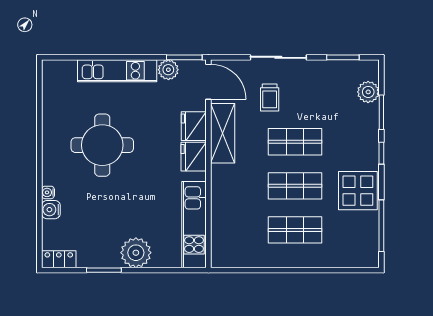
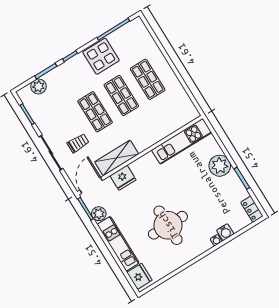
fridge: (194, 157) -> (139, 276), moved, turned -90

